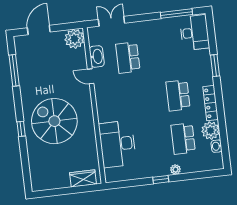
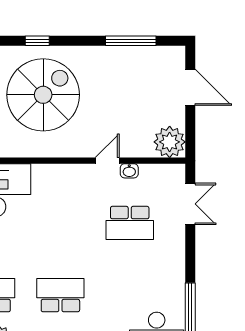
washbasin: (97, 56) -> (129, 171), width x0.52, depth x0.69
school desk: (128, 58) -> (130, 223), turned 180

